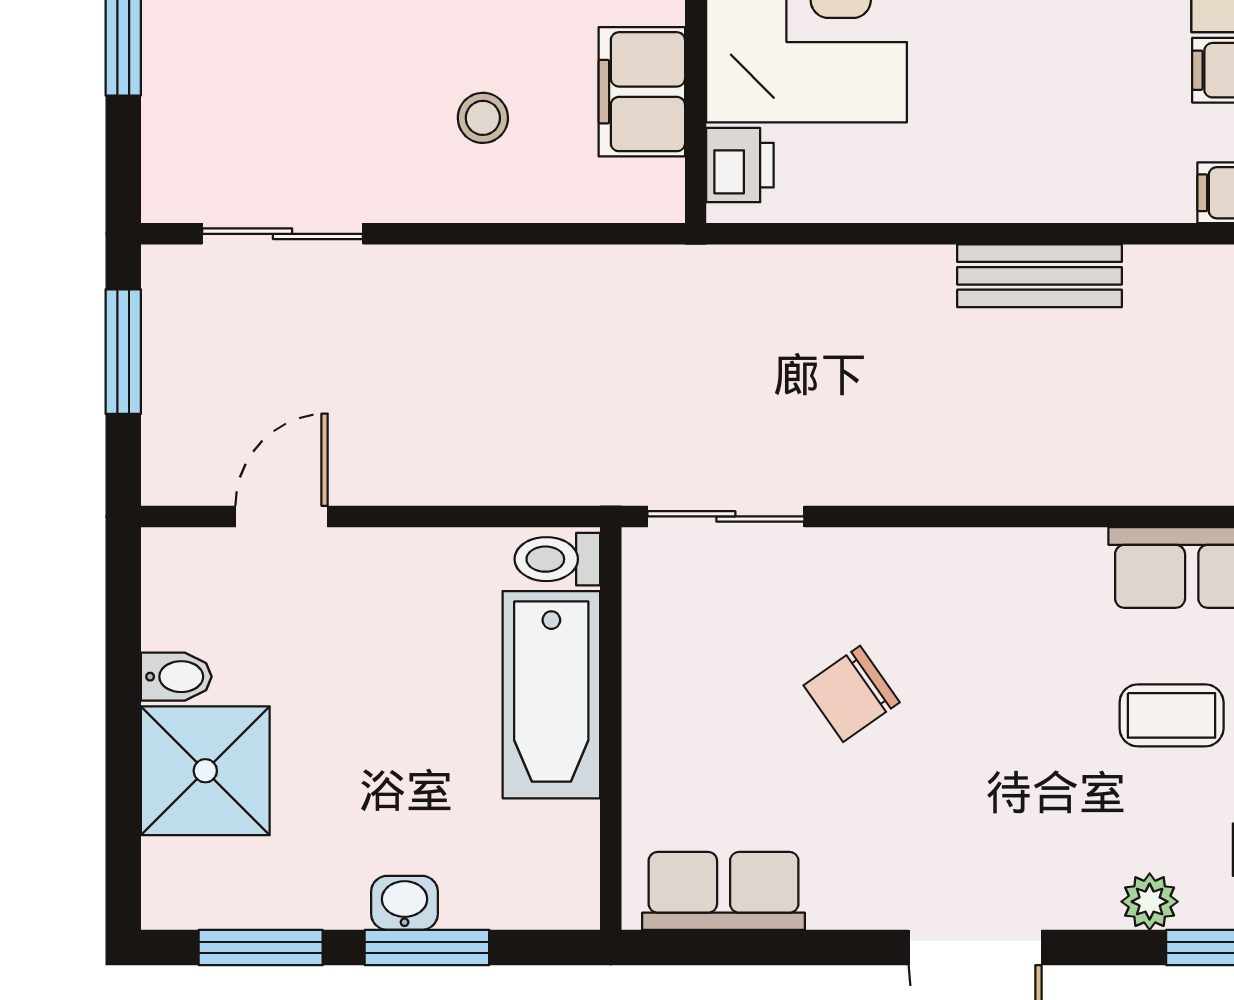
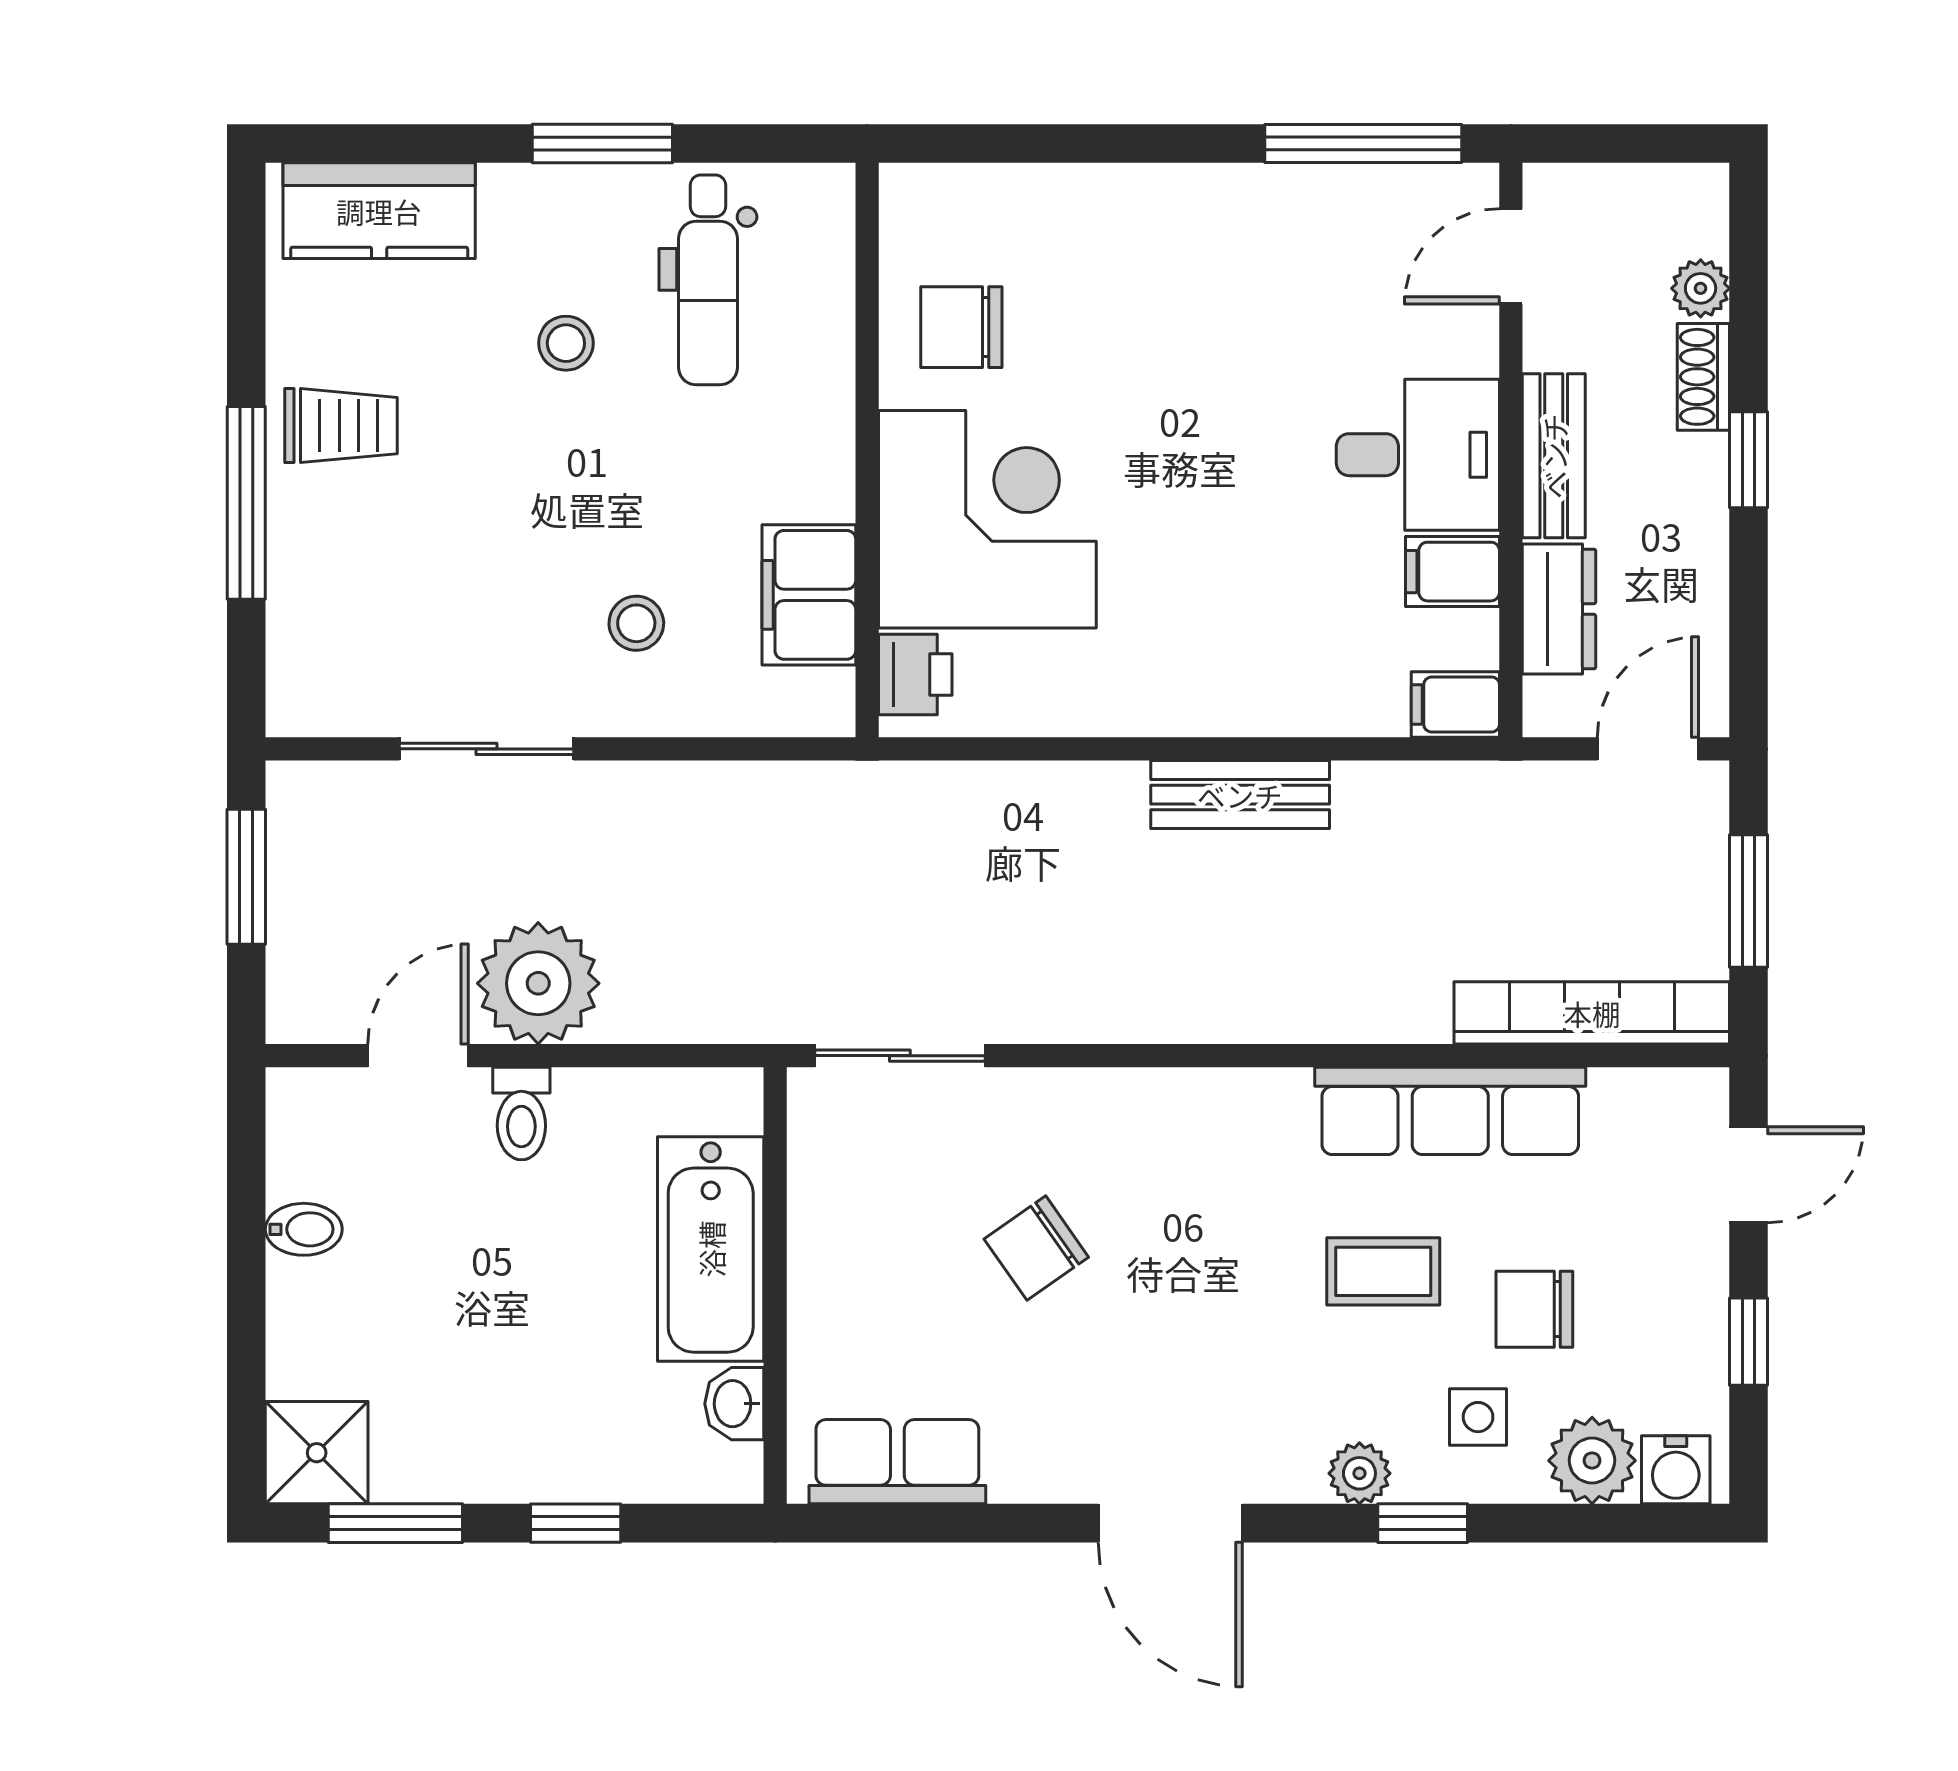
sliding door: (283, 234) -> (487, 749), moved
plant: (392, 450) -> (538, 983), added
toilet: (557, 559) -> (521, 1114), moved, turned -90
shower: (205, 771) -> (317, 1453), moved, width x0.73, depth x0.73
washbasin: (405, 903) -> (734, 1404), moved, turned -90
window: (427, 947) -> (576, 1523), width x0.67

